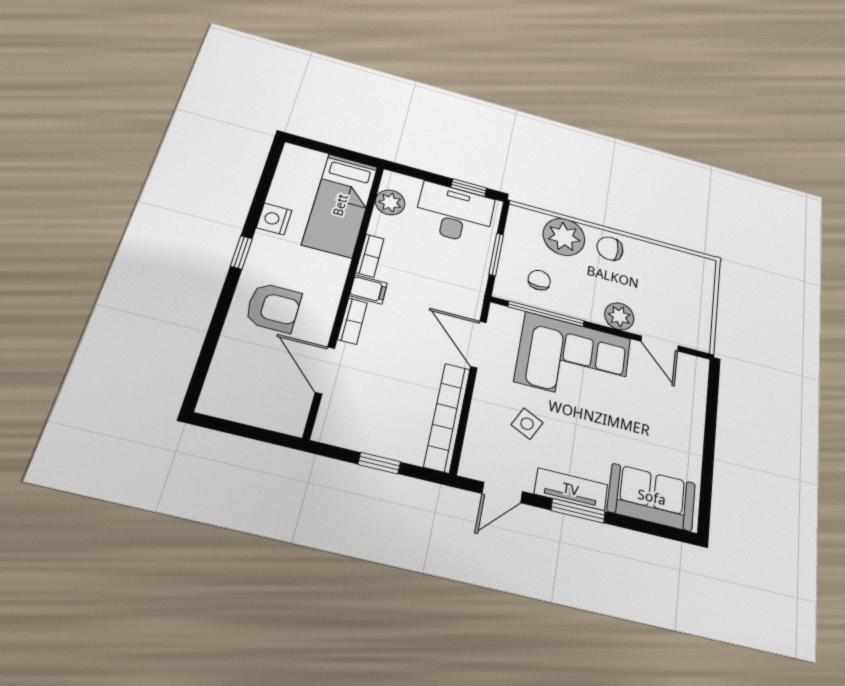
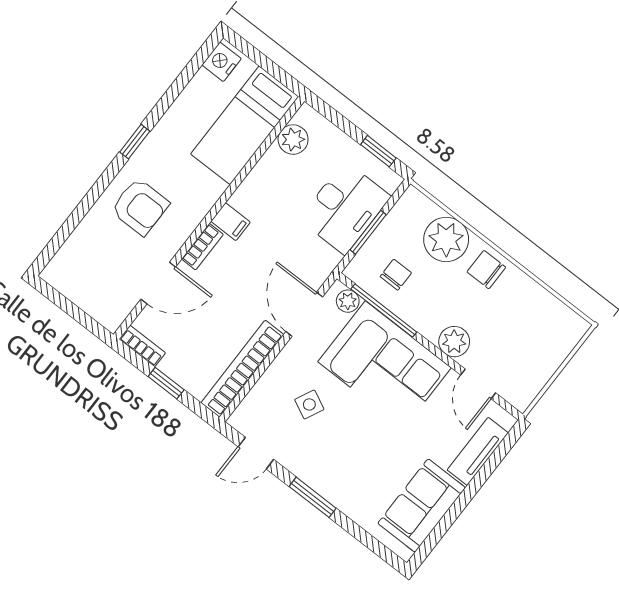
desk: (455, 213) -> (345, 208), moved, turned 90
nightstand: (274, 219) -> (222, 62), moved
bookcase: (370, 256) -> (142, 346), moved, turned -90
plant: (511, 318) -> (348, 301), added
door: (325, 370) -> (158, 283), swing flipped
tv unit: (571, 489) -> (478, 451), moved, turned -90
sofa: (652, 497) -> (422, 506), moved, turned -90

